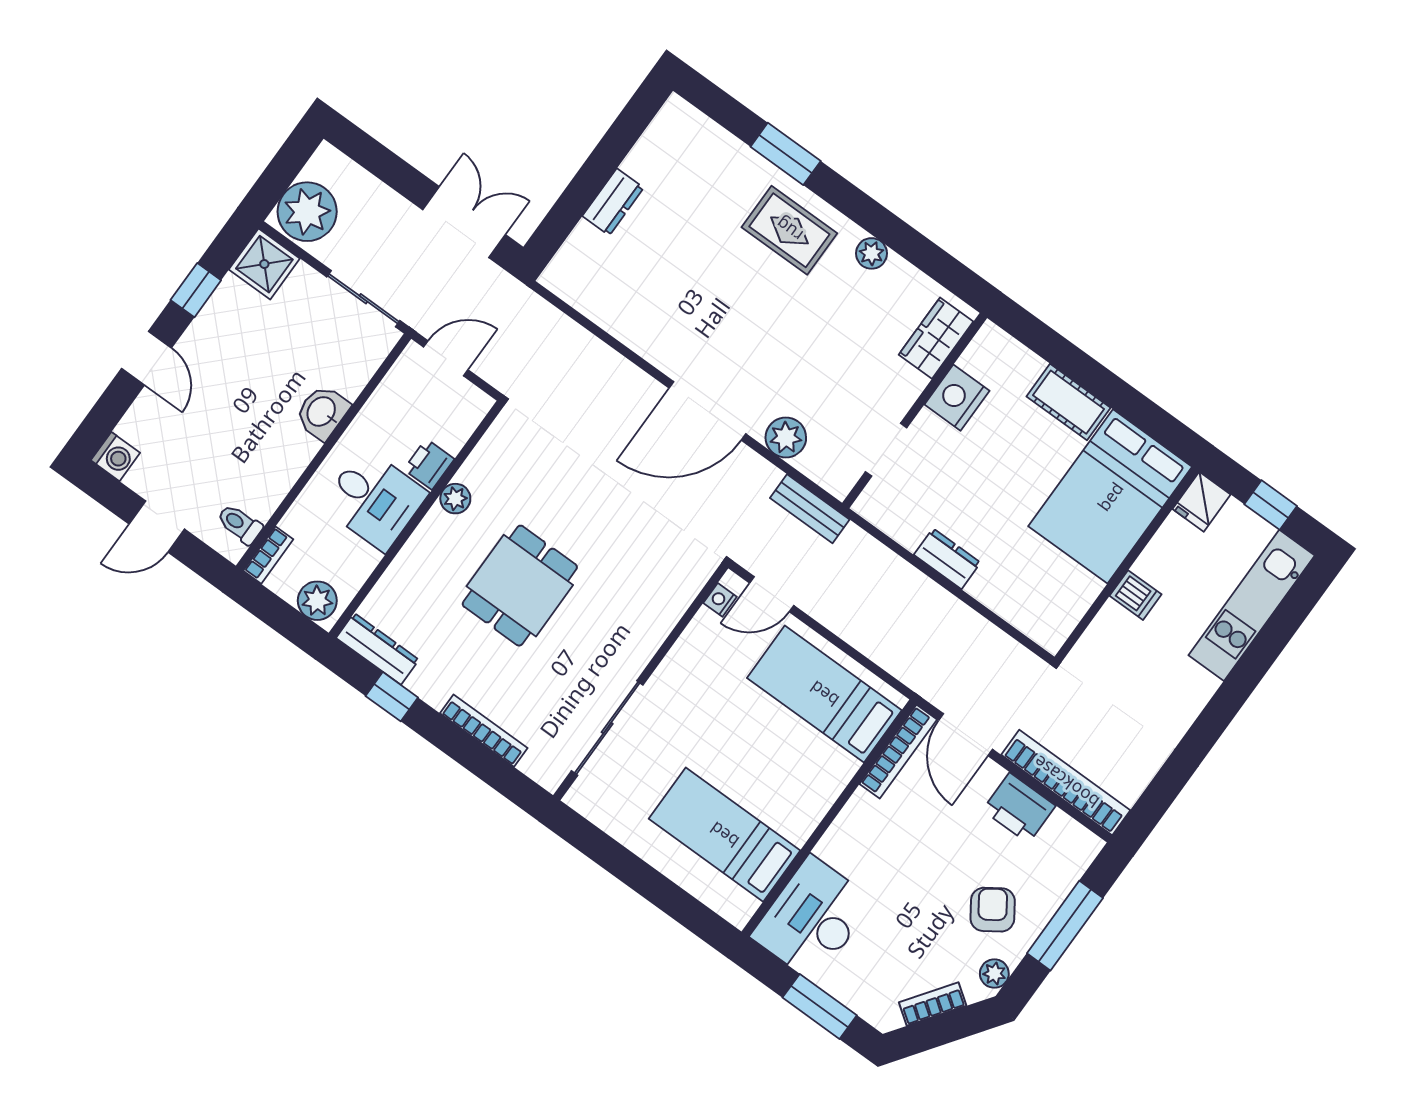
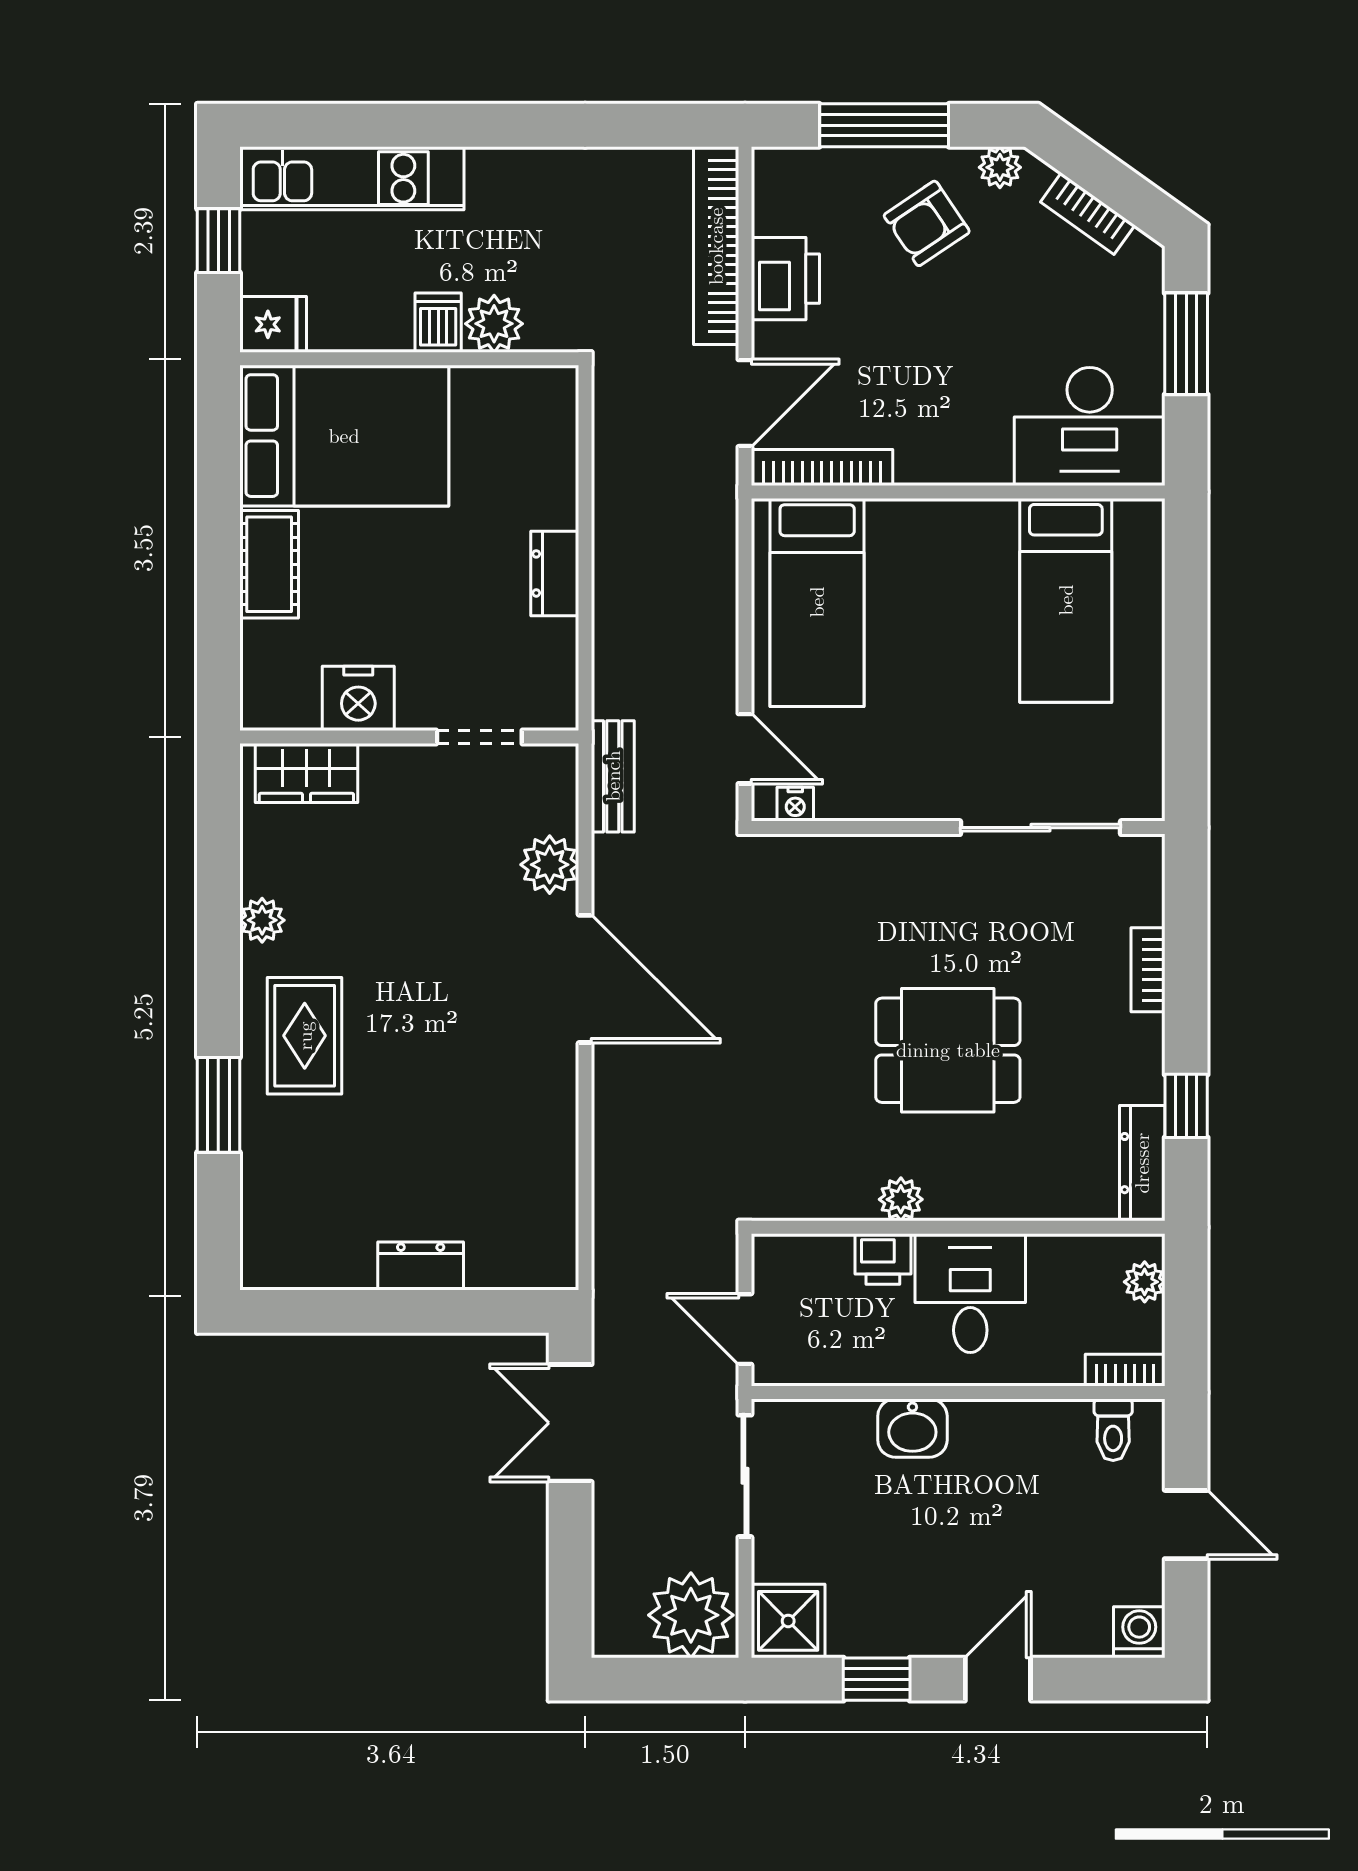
plant: (317, 601) -> (1145, 1282), width x0.73, depth x0.73
plant: (1112, 626) -> (494, 324), added
bookcase: (484, 731) -> (1148, 970), width x0.64

